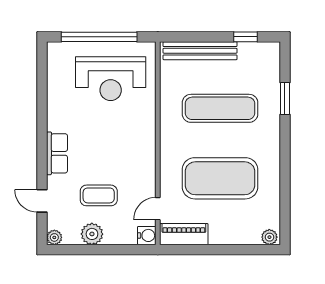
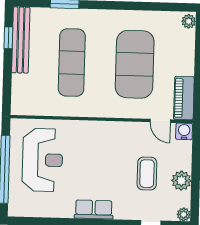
bench: (200, 51) -> (21, 40), moved
row of seats: (57, 153) -> (94, 210), moved

